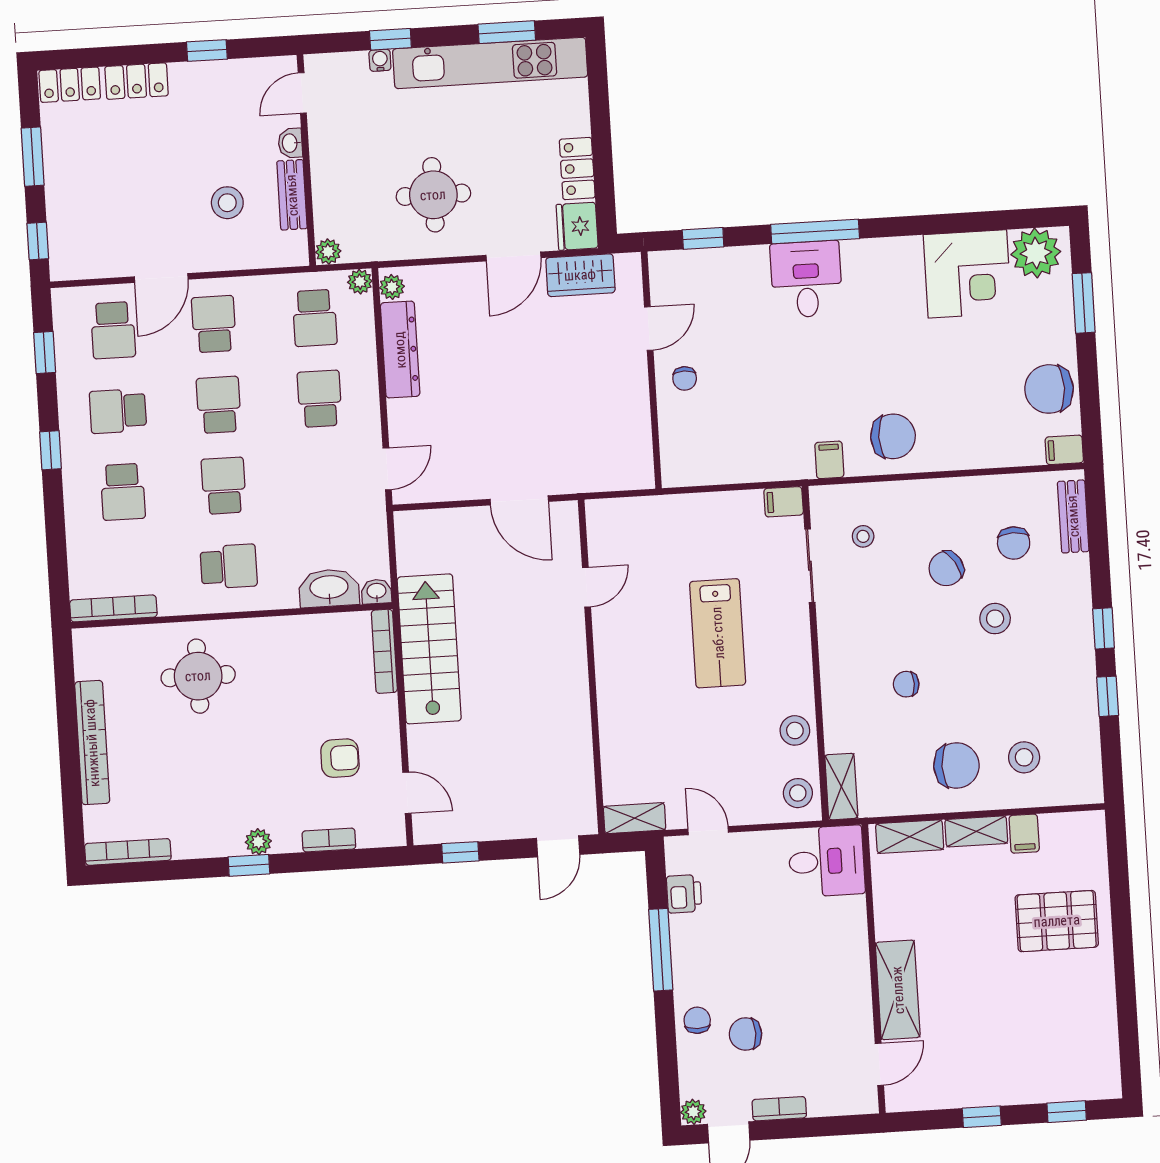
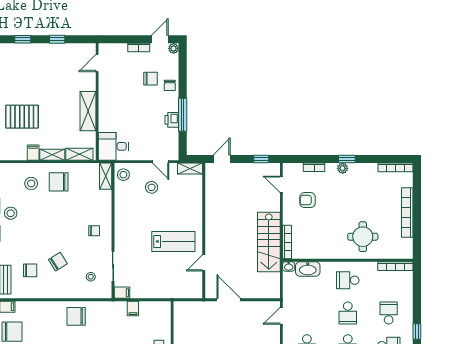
filing cabinet: (829, 460) -> (133, 308), moved
chair: (1014, 543) -> (30, 270), turned 90
stool: (995, 619) -> (11, 213), moved
lab bench: (718, 633) -> (173, 241), moved, turned 90
chair: (906, 684) -> (94, 231), moved
stool: (795, 730) -> (152, 187), moved
printer: (684, 894) -> (172, 120), moved
shelving: (898, 990) -> (88, 111), moved

